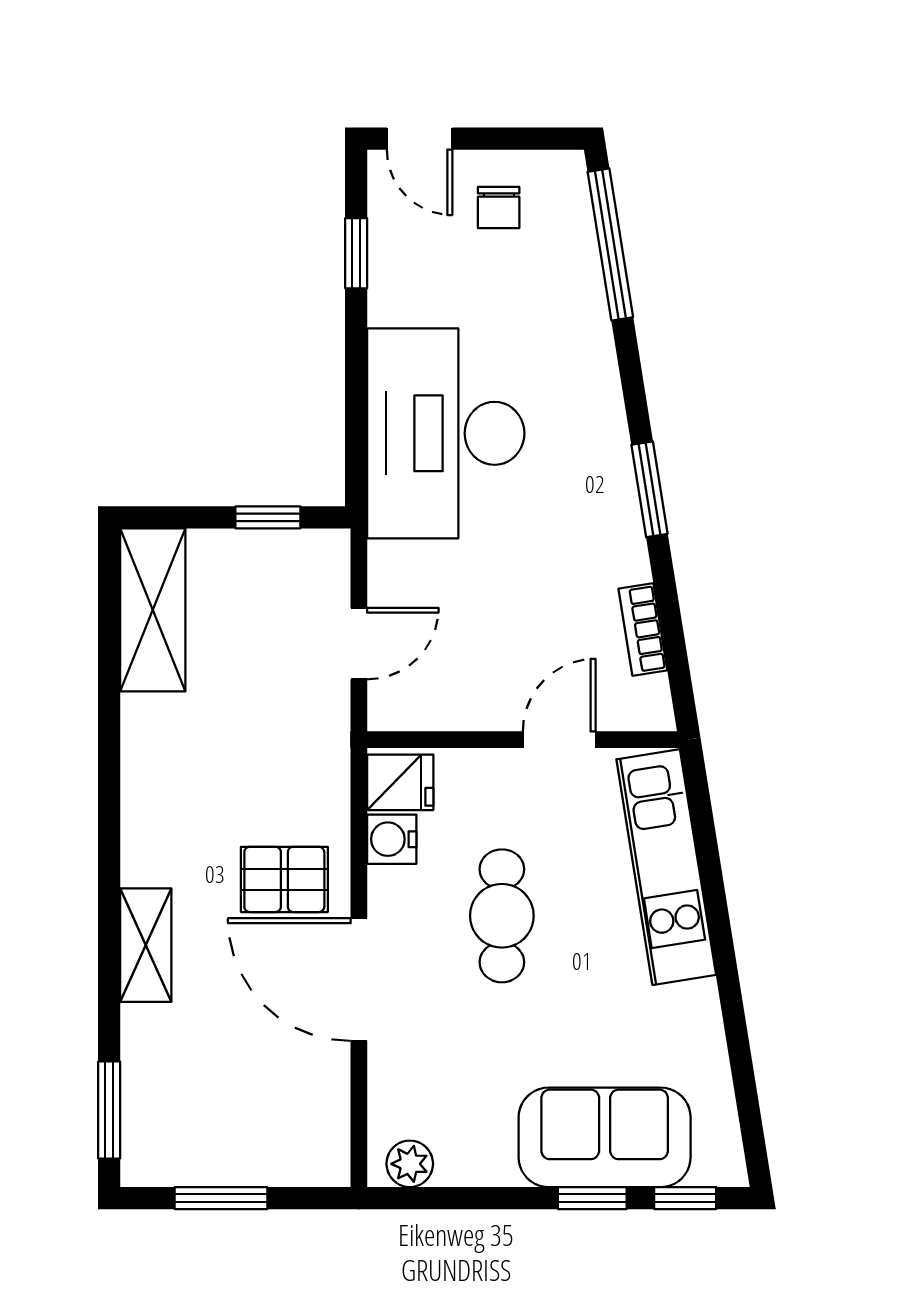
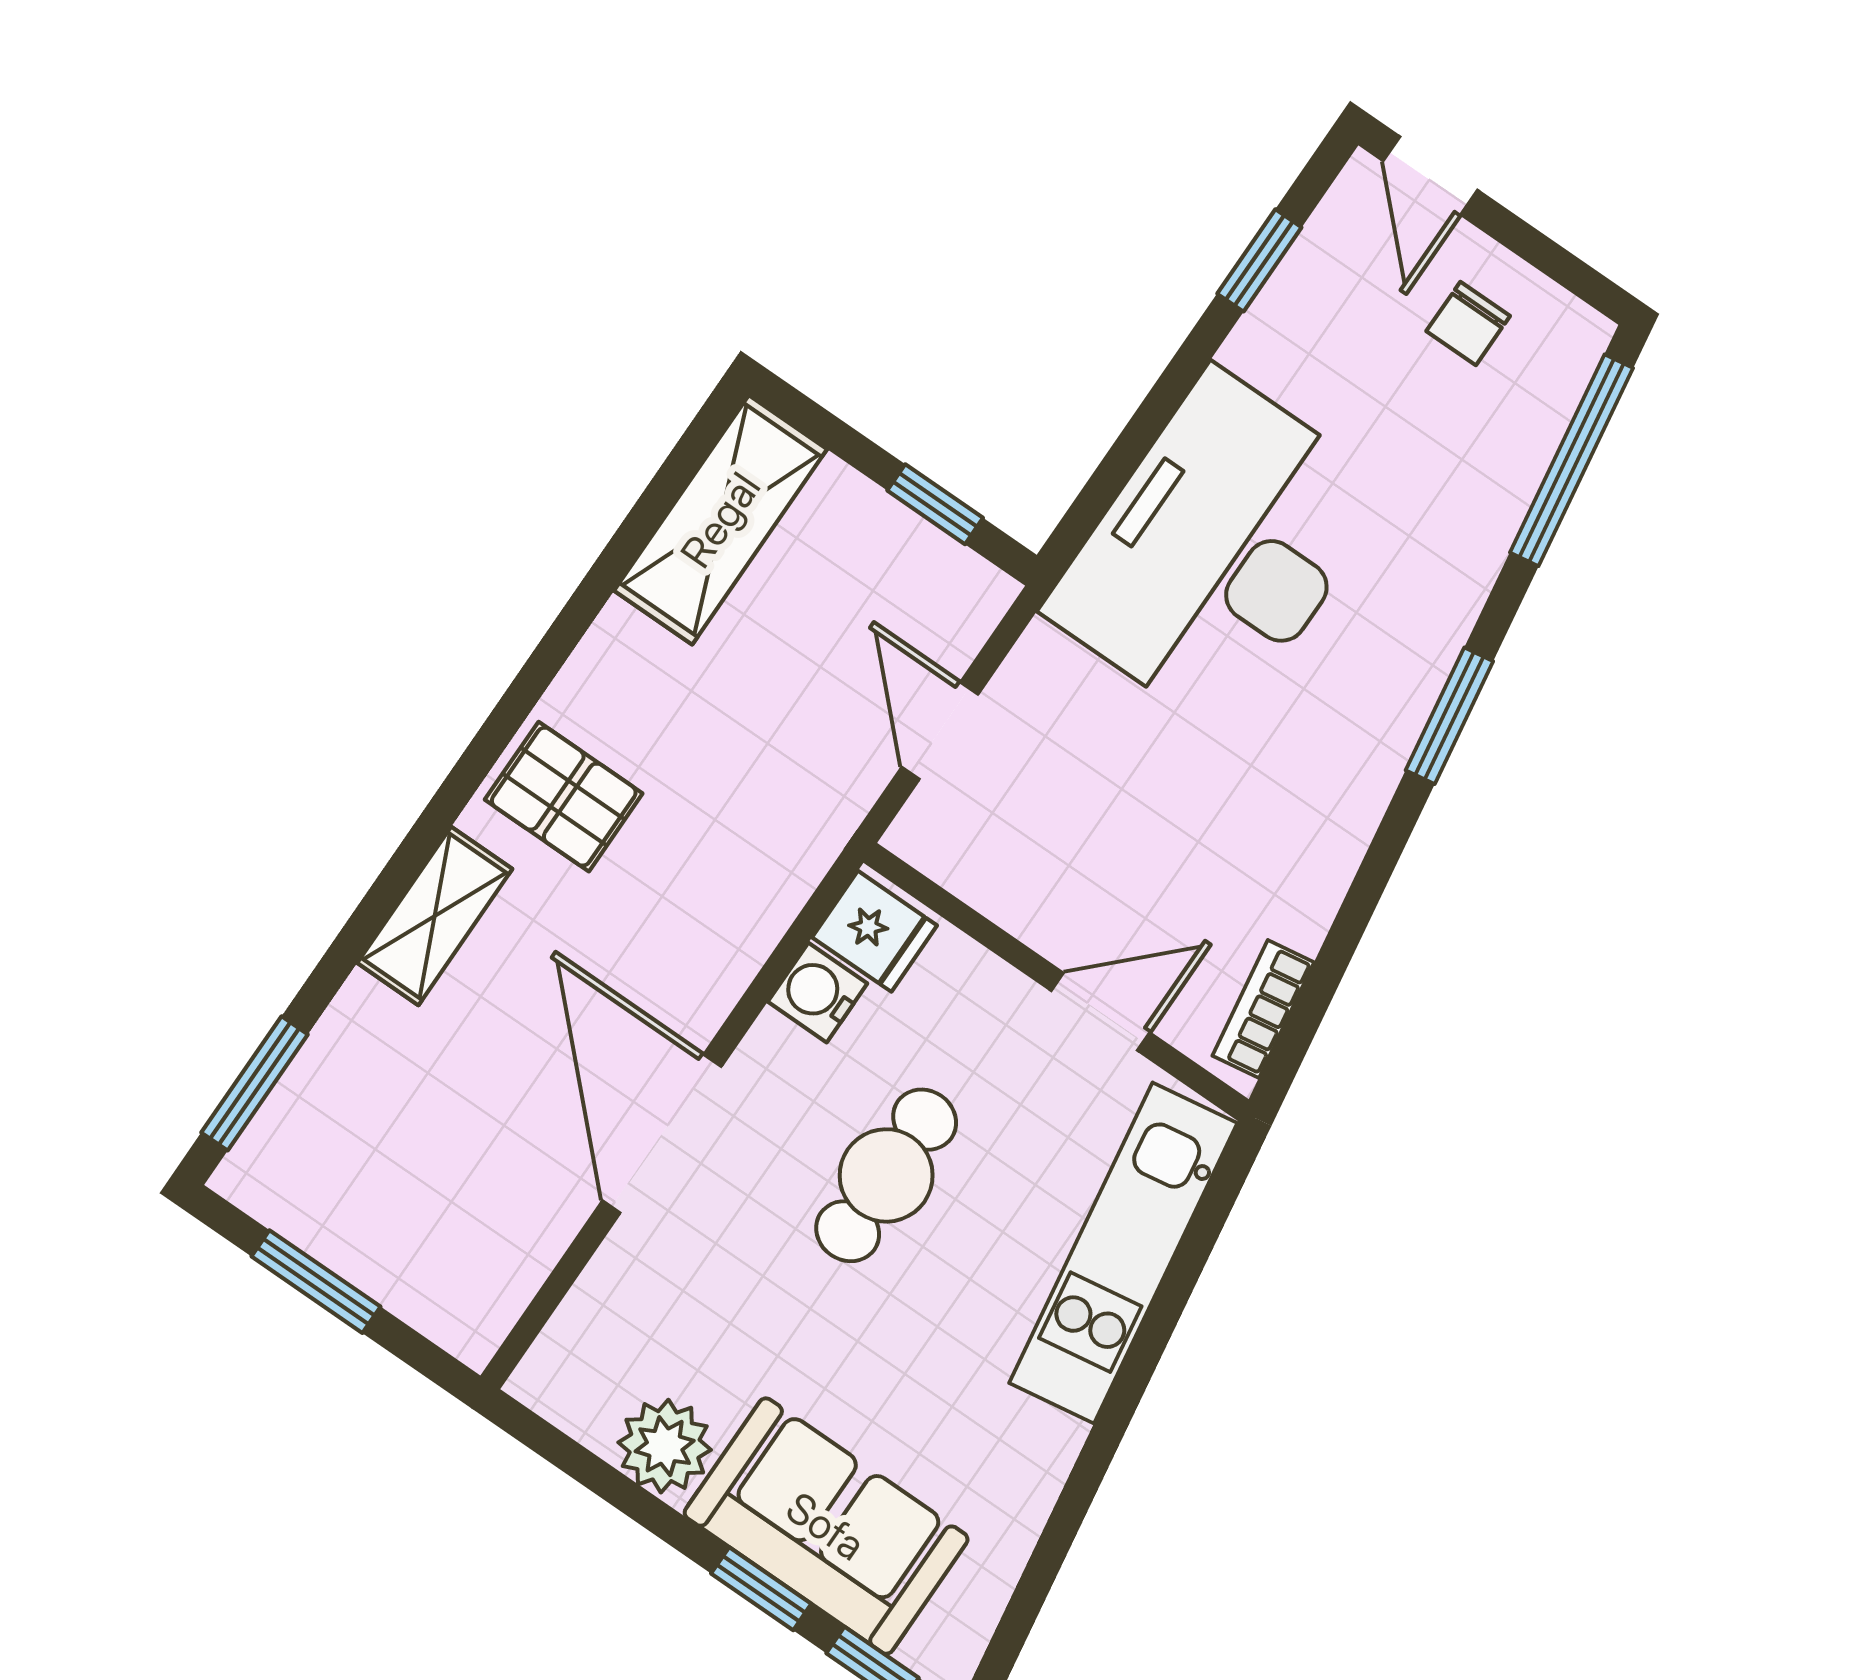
window: (650, 489) -> (1449, 716), moved
bookcase: (643, 629) -> (1263, 1009), moved
door: (359, 644) -> (940, 731), swing flipped
pallet: (284, 879) -> (564, 797), moved
plant: (410, 1164) -> (665, 1446), moved, width x1.38, depth x1.38

